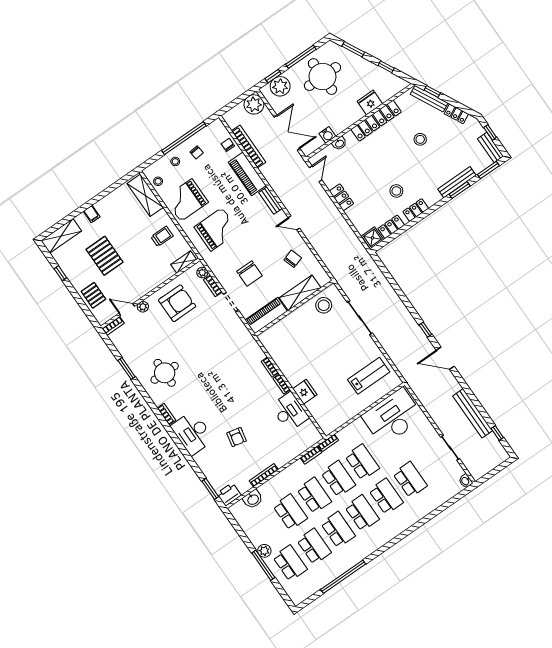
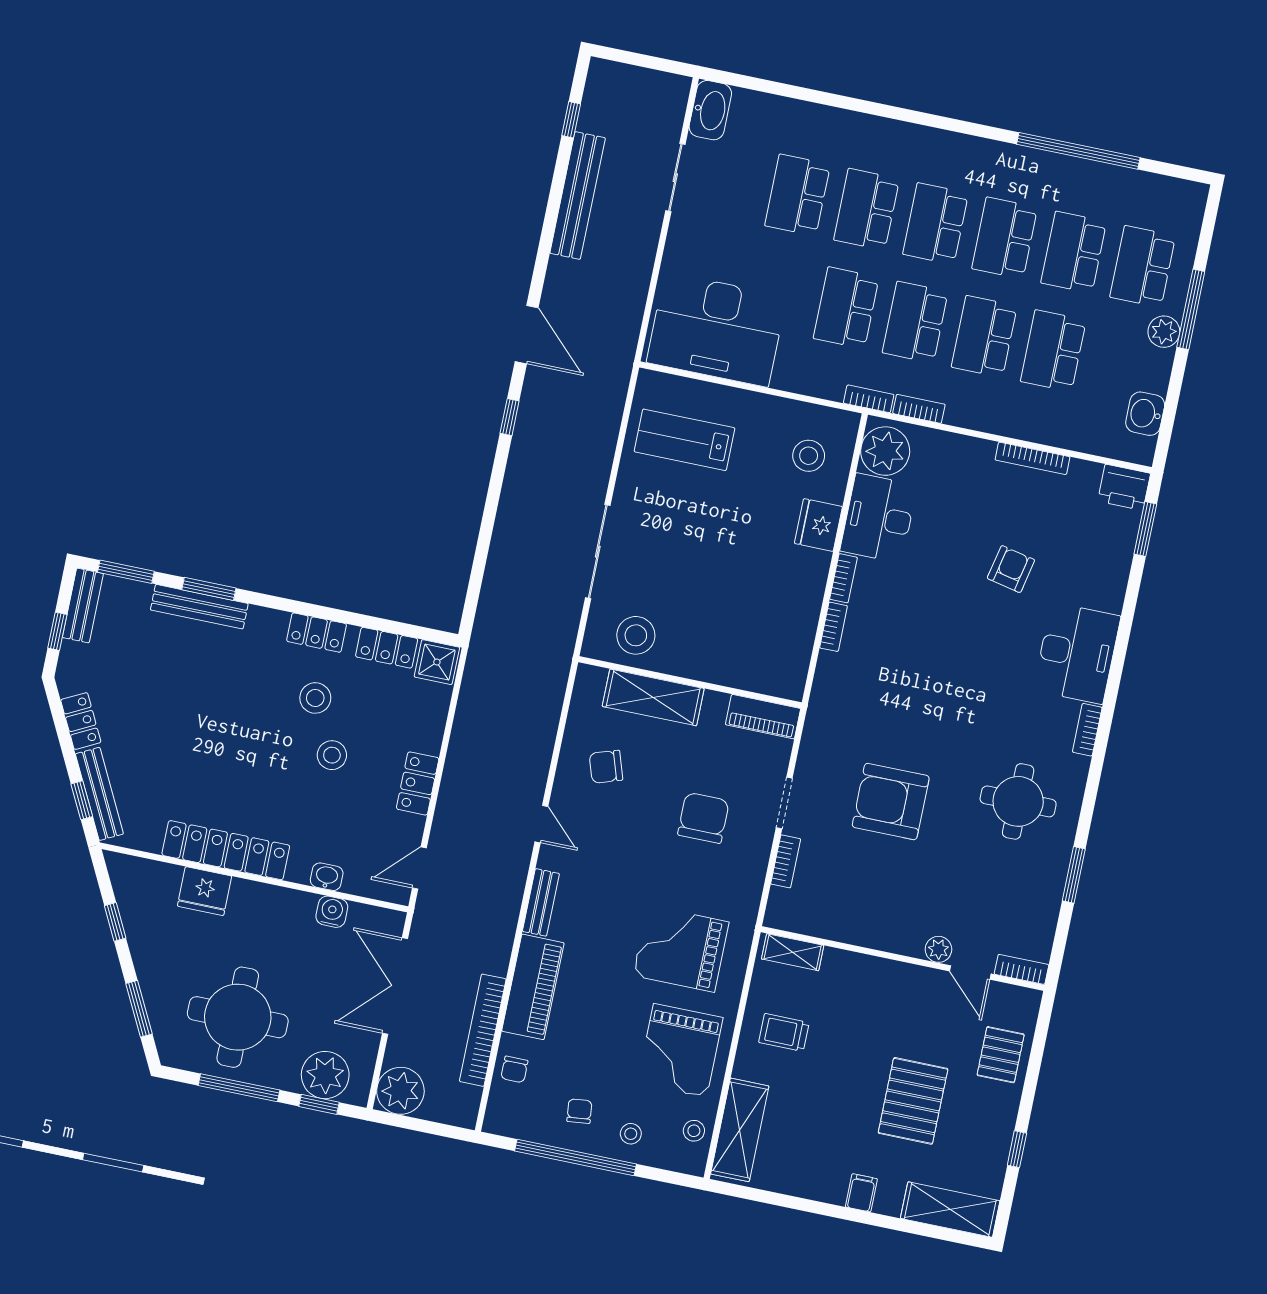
stool: (420, 139) -> (332, 755), moved
grand piano: (186, 200) -> (680, 1050), turned 90
plant: (202, 273) -> (885, 451), moved, width x1.87, depth x1.87
armchair: (177, 303) -> (891, 802), moved
piano: (266, 316) -> (763, 717), width x0.73, depth x0.75
stool: (328, 409) -> (809, 456), added
washbasin: (466, 481) -> (710, 110), width x1.91, depth x1.45
washbasin: (253, 499) -> (1145, 414), moved, turned -90

